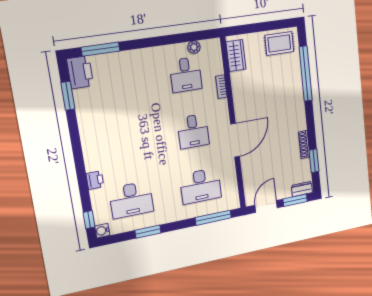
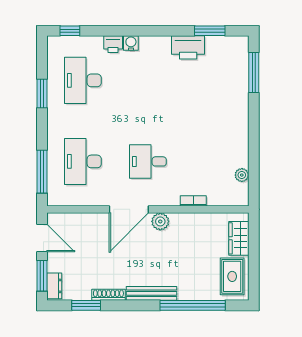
wardrobe: (236, 56) -> (239, 238), moved, turned 90
printer: (80, 72) -> (188, 47), moved
desk: (186, 75) -> (213, 161), removed
bench: (300, 109) -> (152, 293), added
plant: (242, 112) -> (160, 221), added
door: (235, 140) -> (129, 209), hinge flipped
water cooler: (102, 231) -> (131, 43), moved

